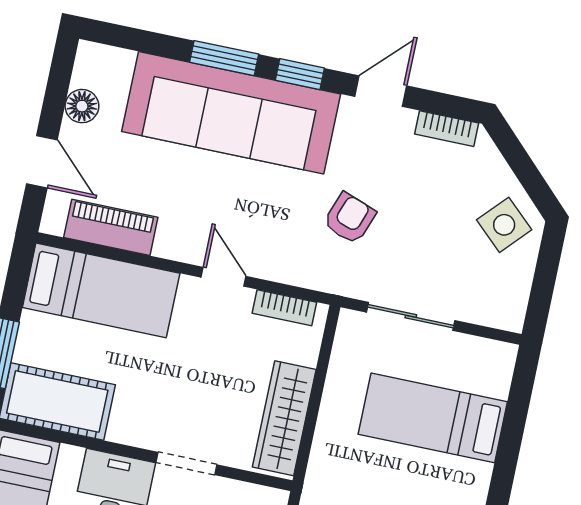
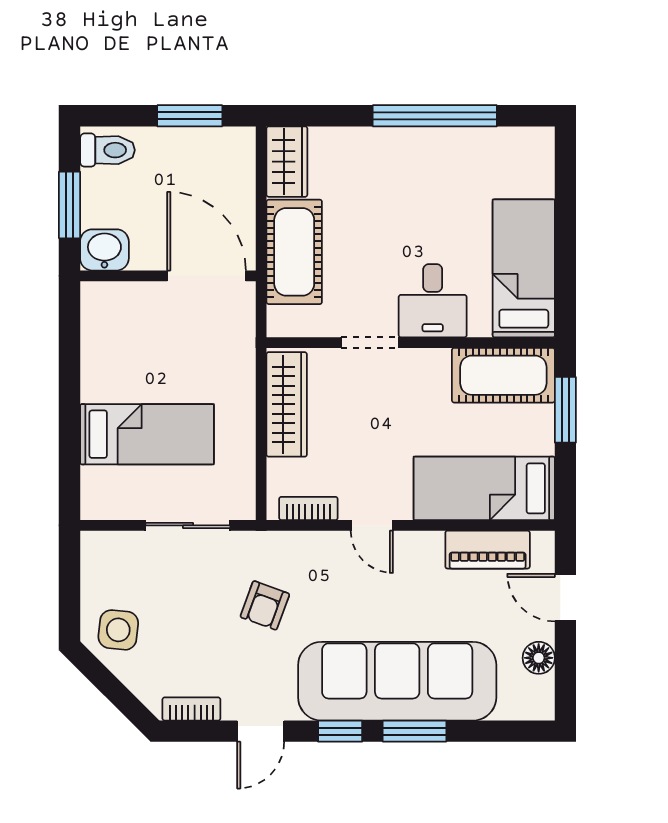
side table: (504, 225) -> (118, 630), turned -37

